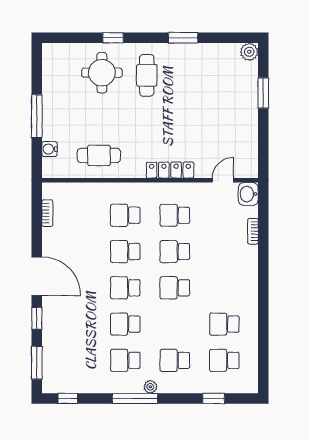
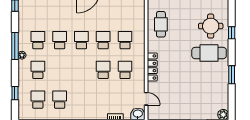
cafe table: (147, 75) -> (209, 53), width x1.37, depth x1.35
school desk: (175, 288) -> (81, 70), removed

